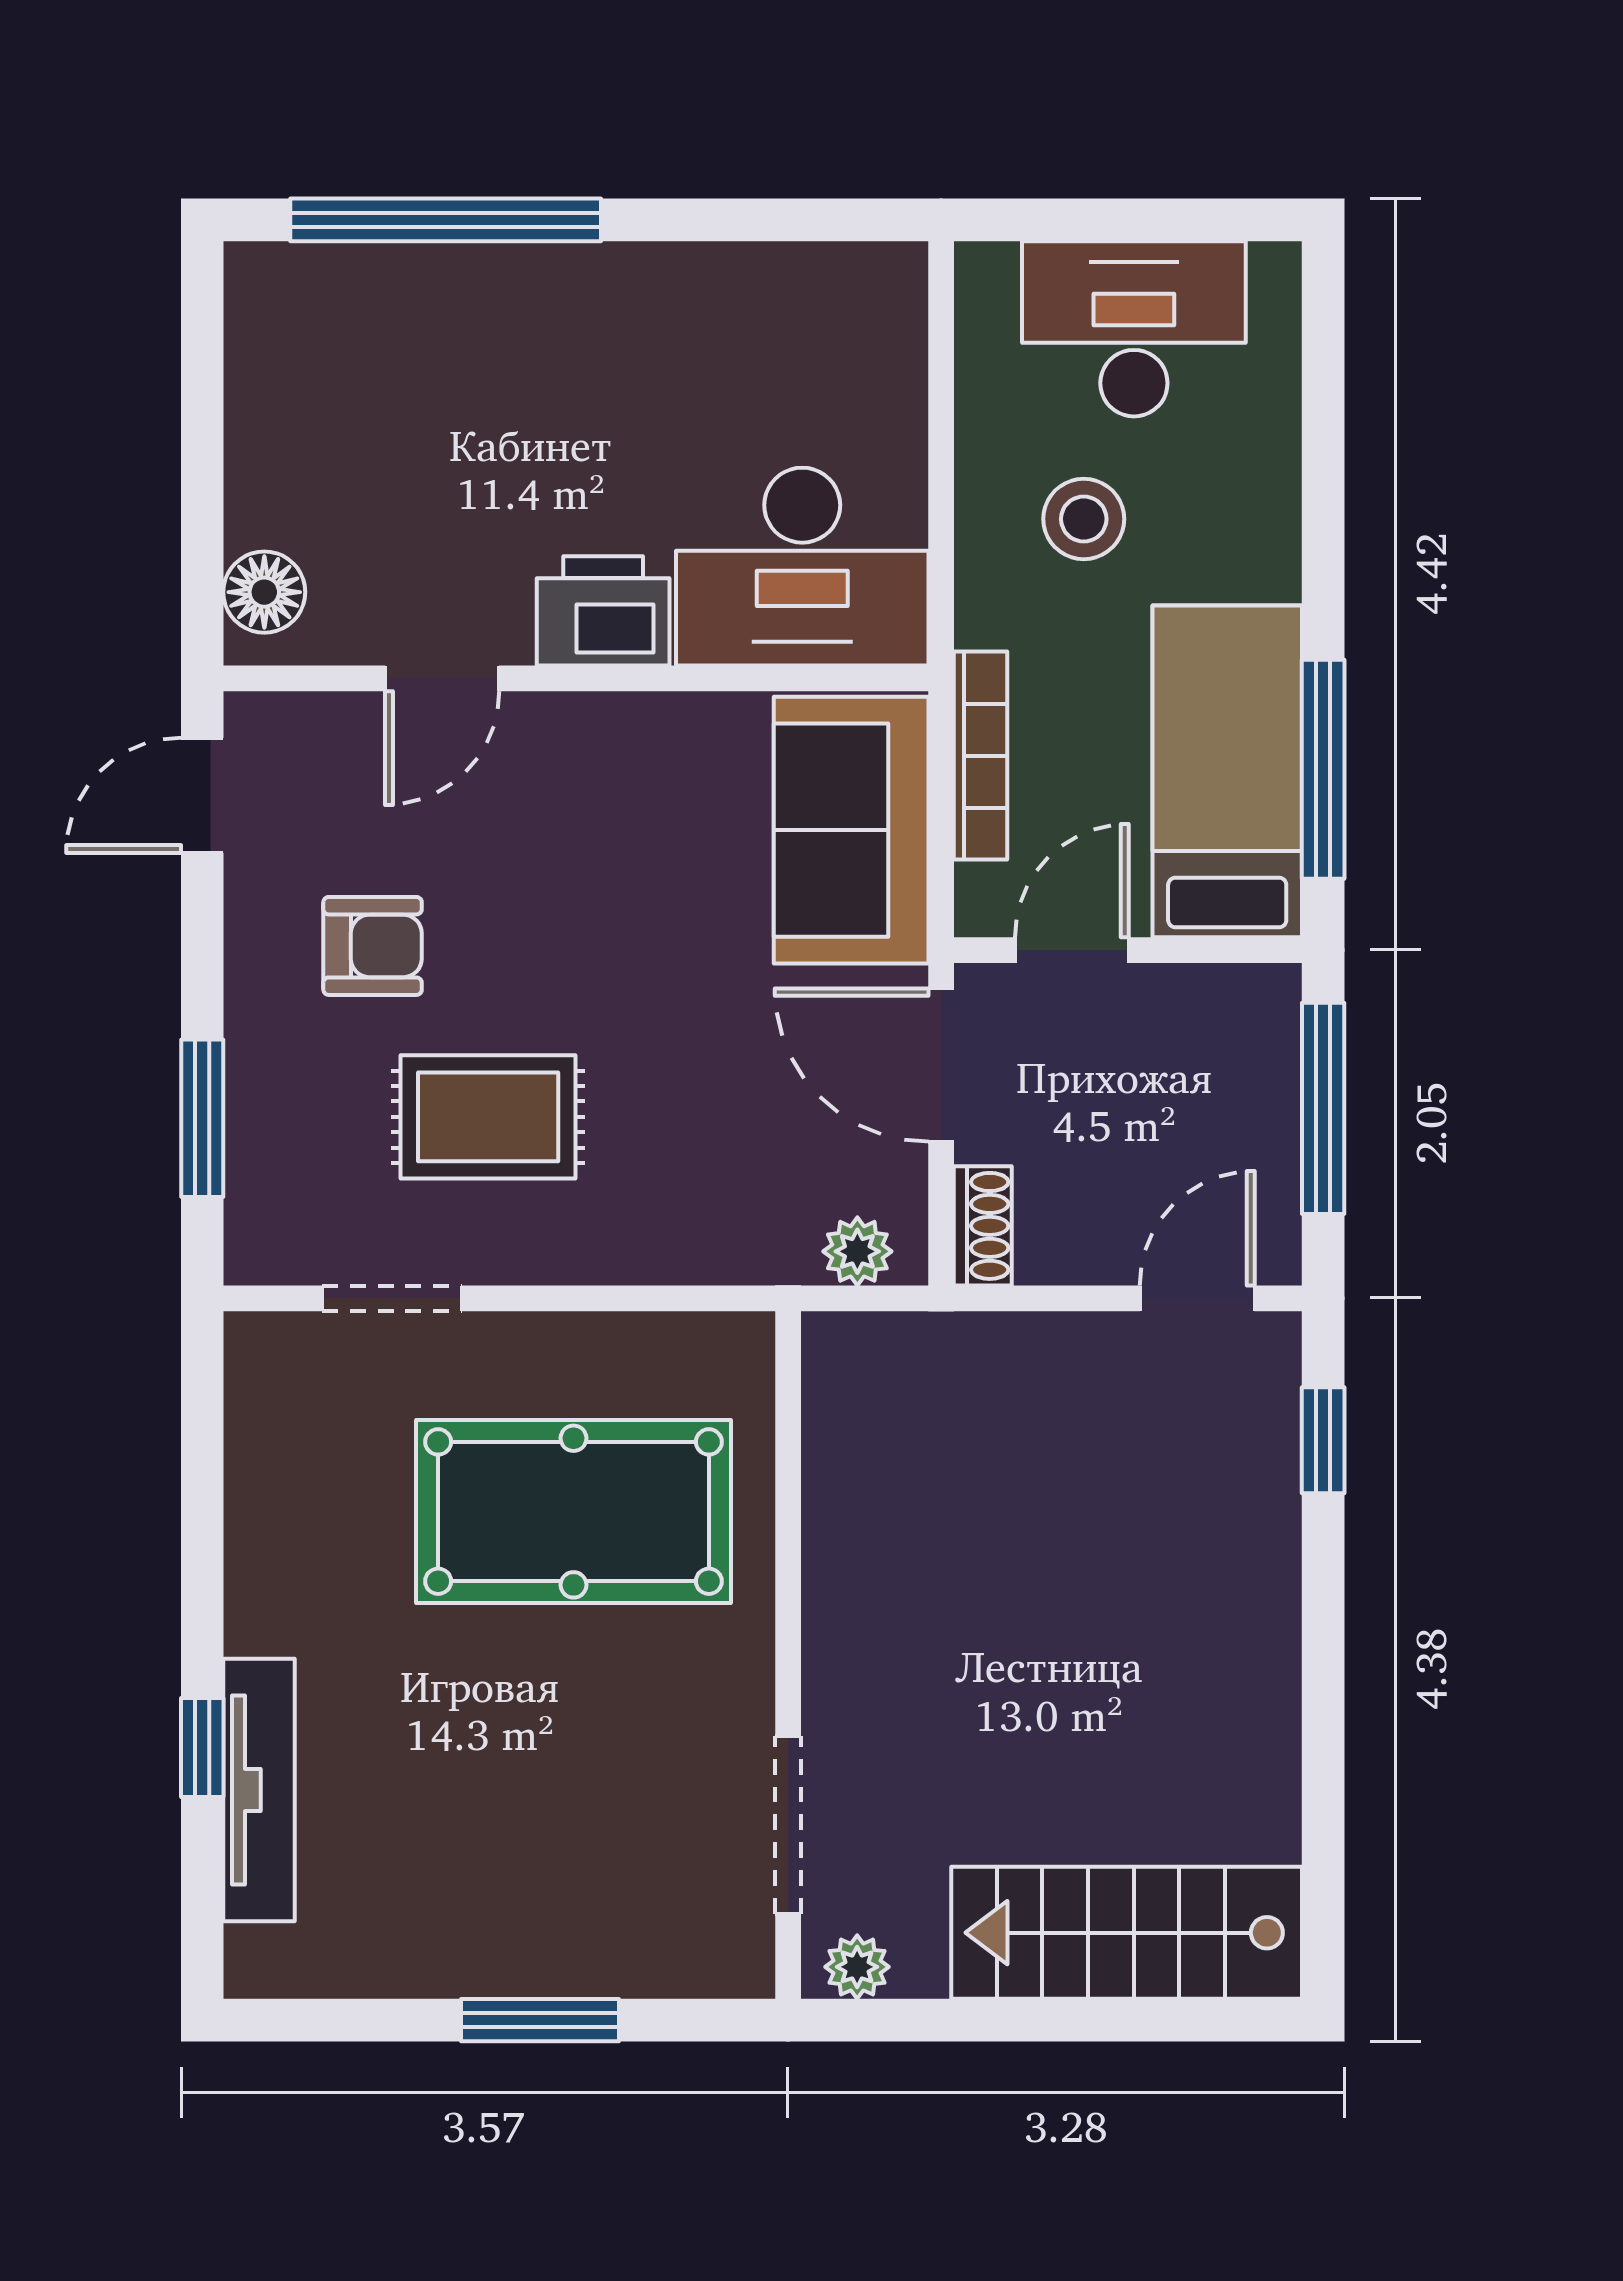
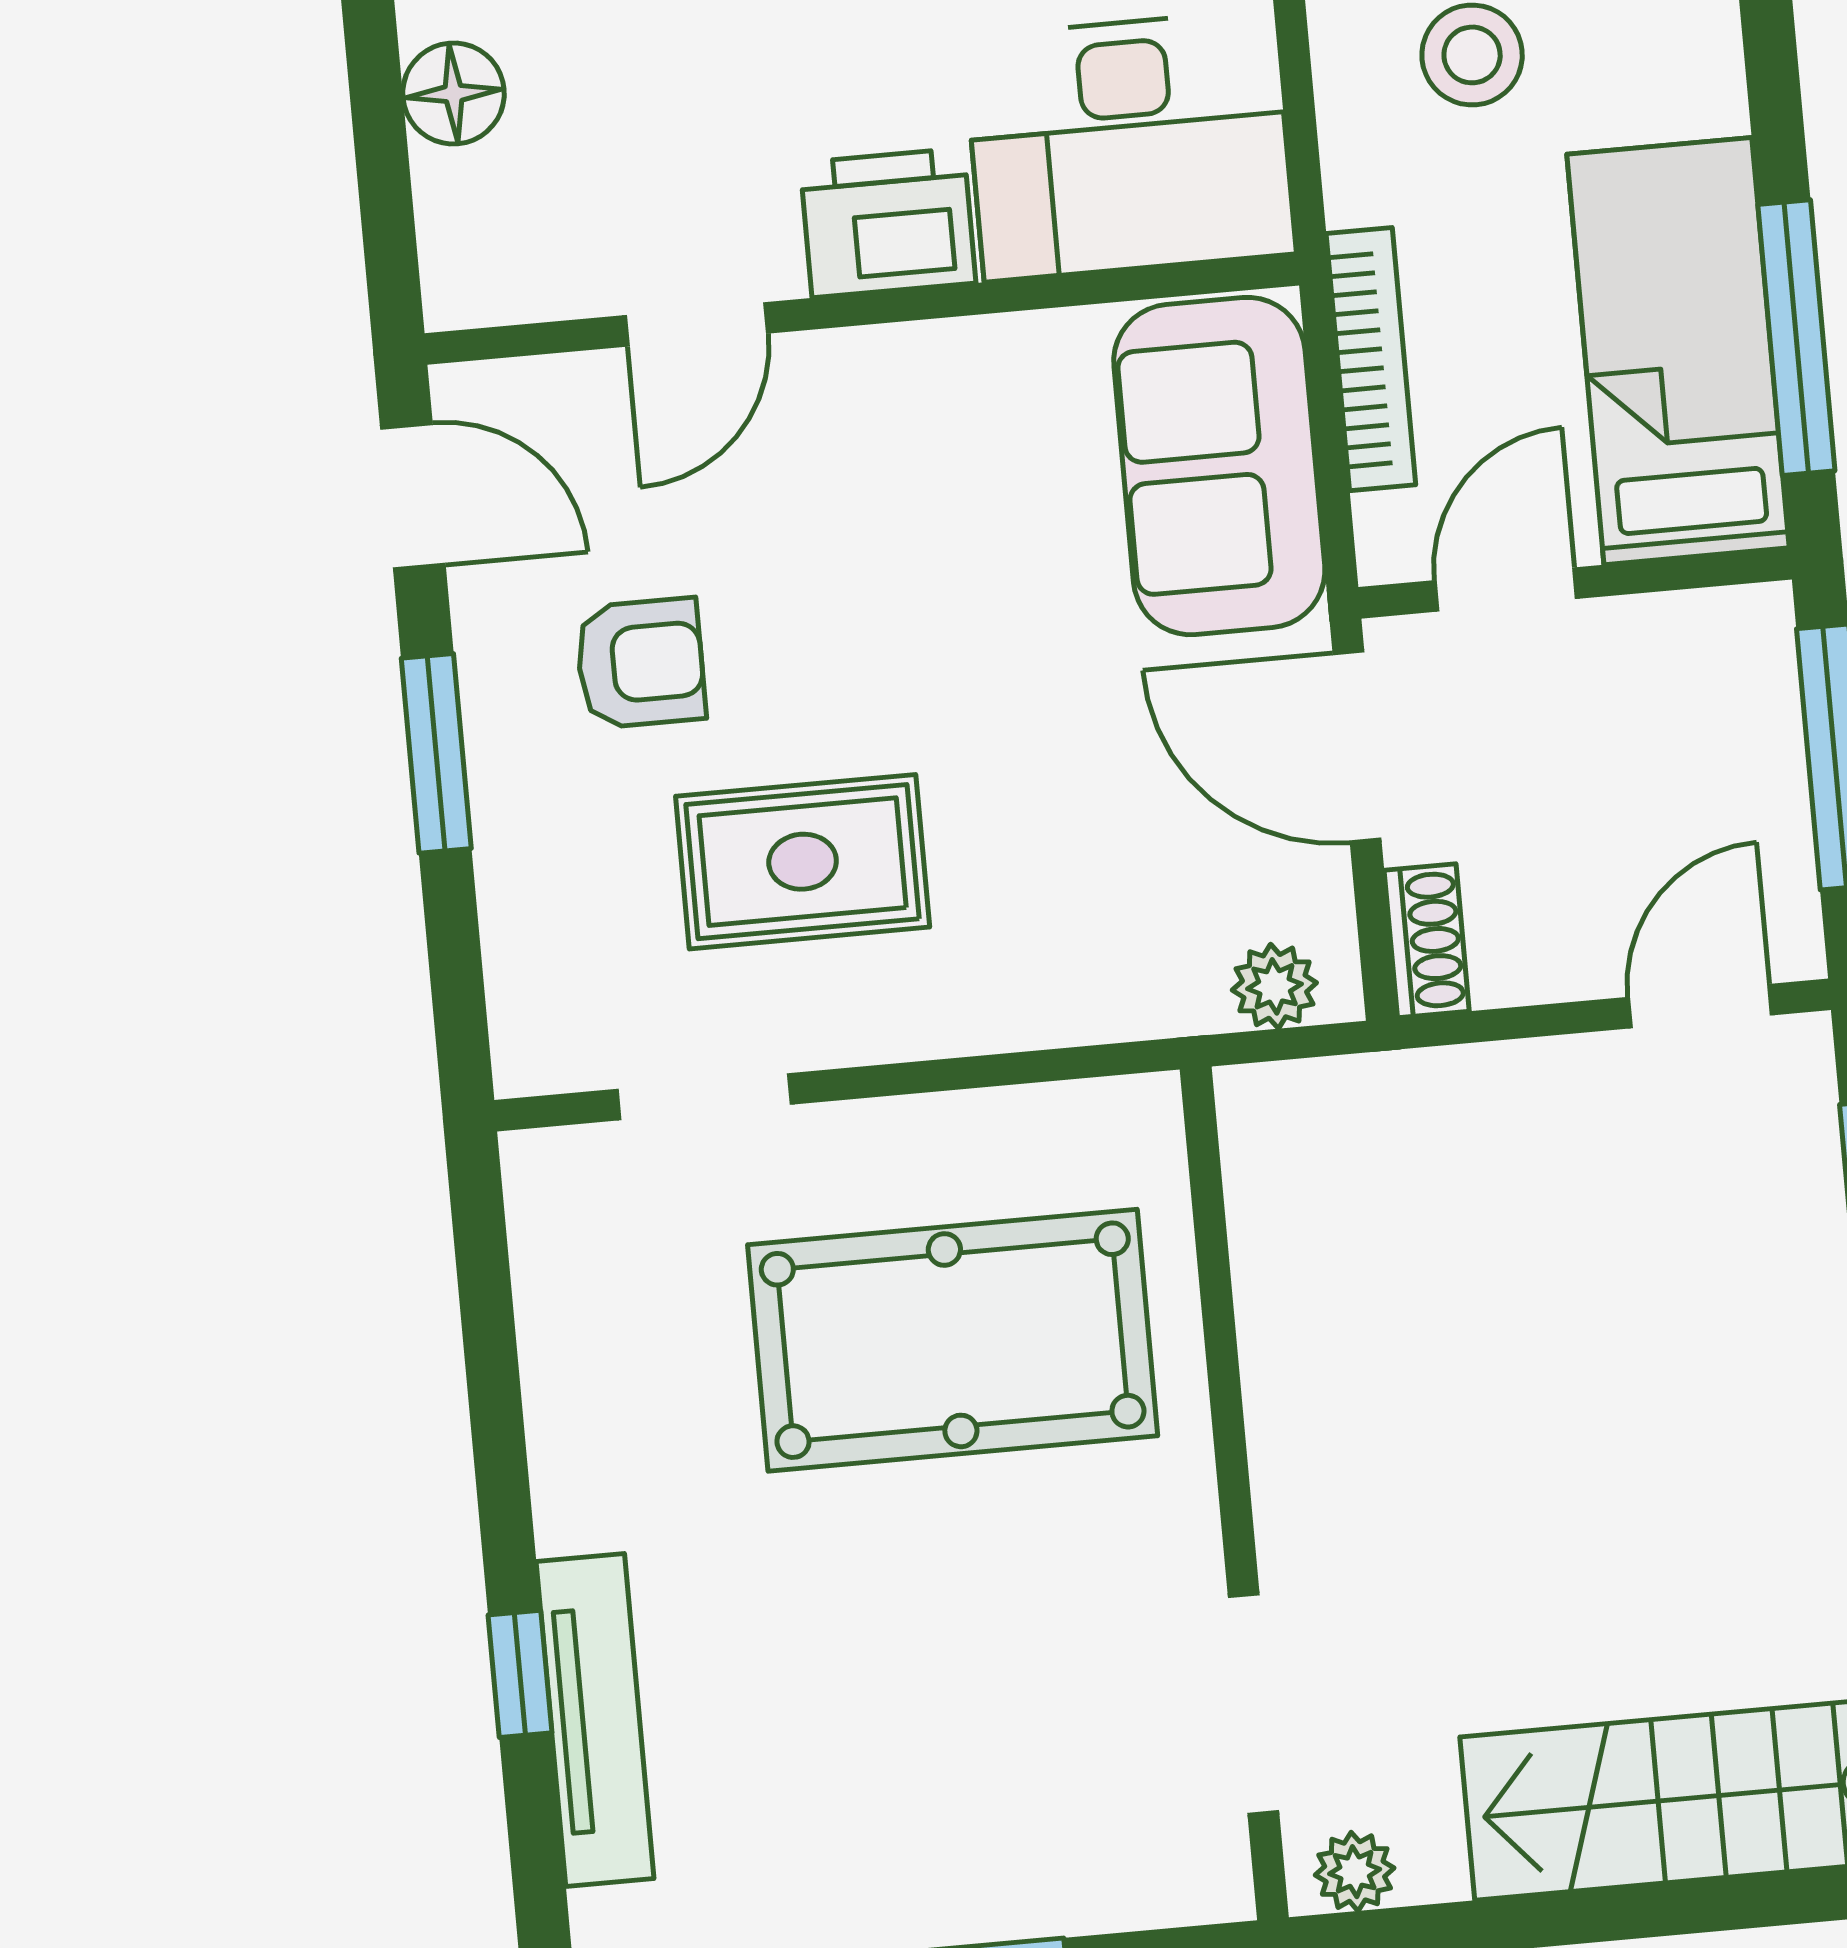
floor lamp: (264, 592) -> (454, 93), moved
door: (202, 795) -> (413, 496), swing flipped
window: (202, 1118) -> (436, 753), moved

